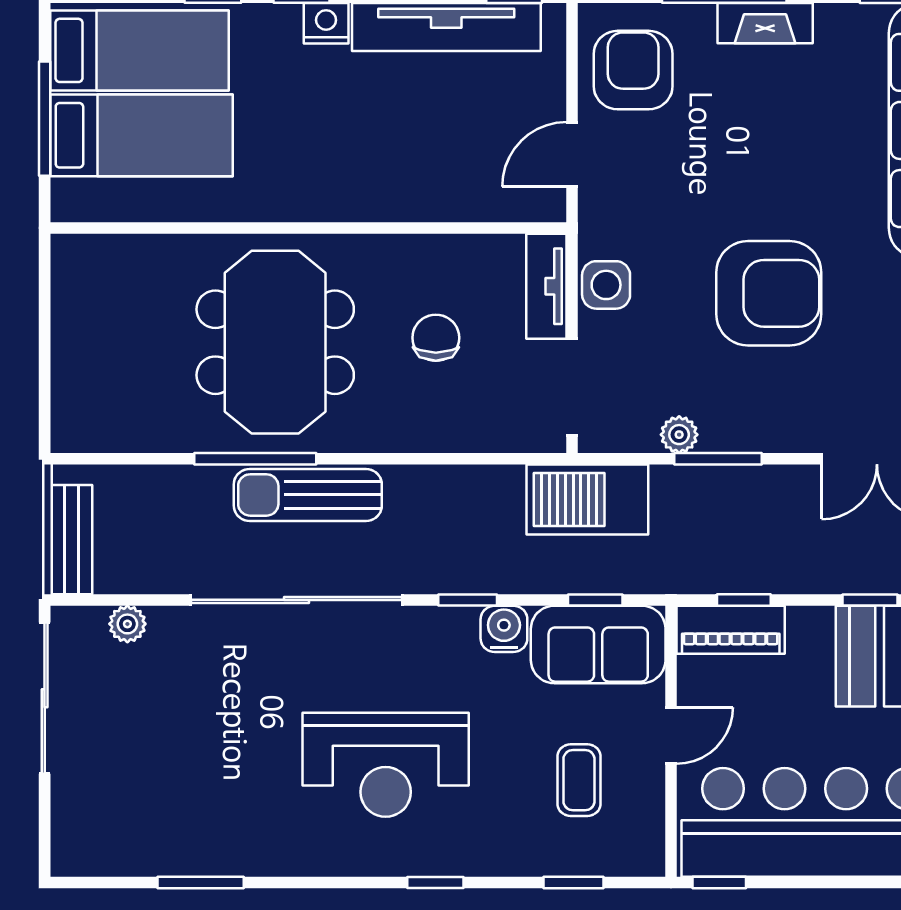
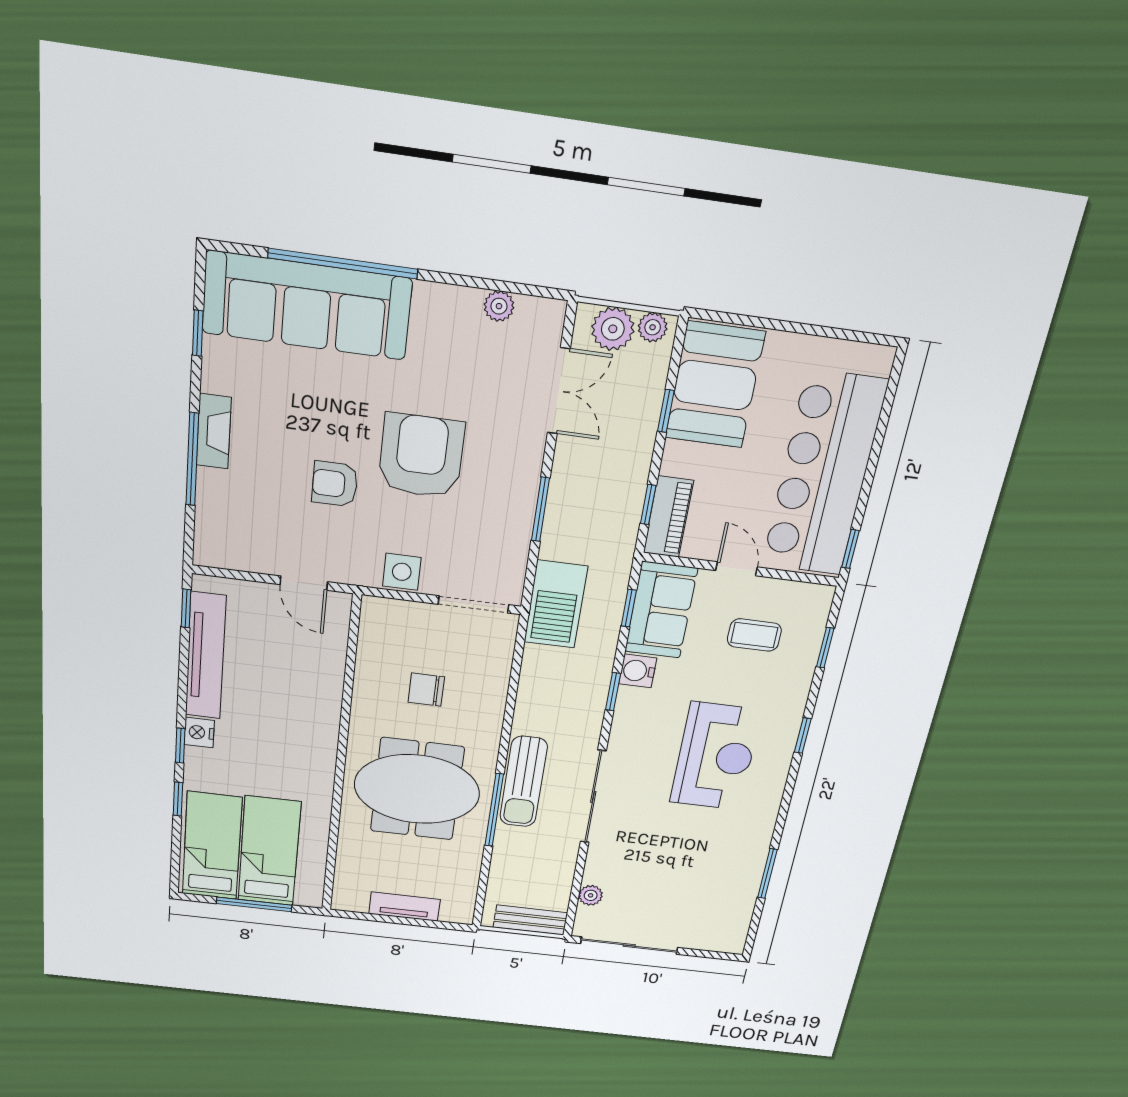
armchair: (633, 70) -> (335, 484), moved, width x0.72, depth x0.72
tv unit: (546, 286) -> (404, 907), moved, turned 180
plant: (679, 435) -> (518, 535), removed
sliding door: (296, 600) -> (593, 797), width x0.73

